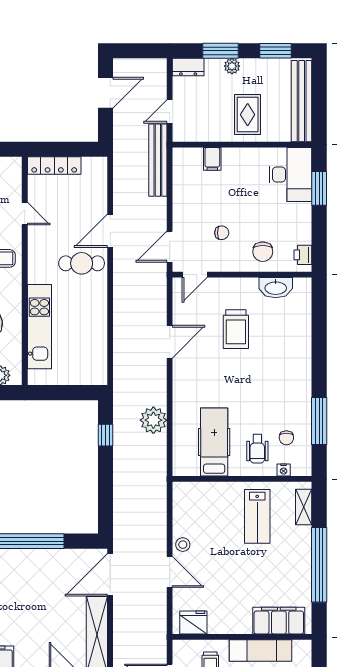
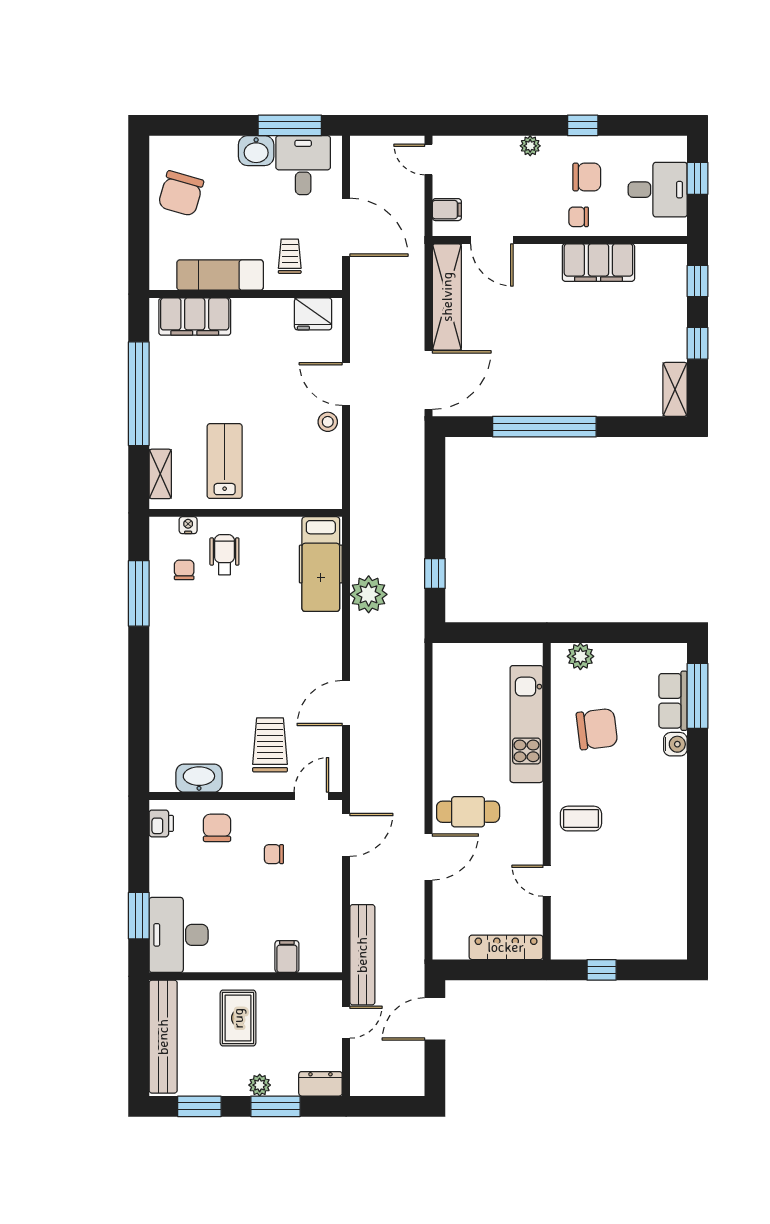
door: (106, 93) -> (435, 1019), moved
trolley: (236, 329) -> (270, 745), moved
hospital bed: (214, 442) -> (321, 564), moved

